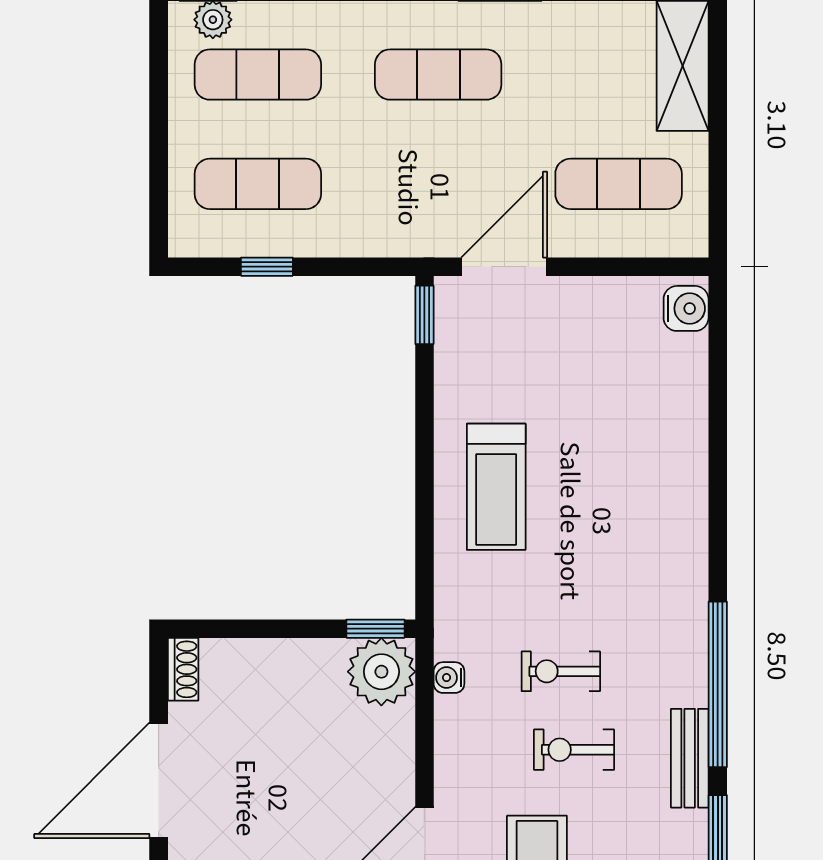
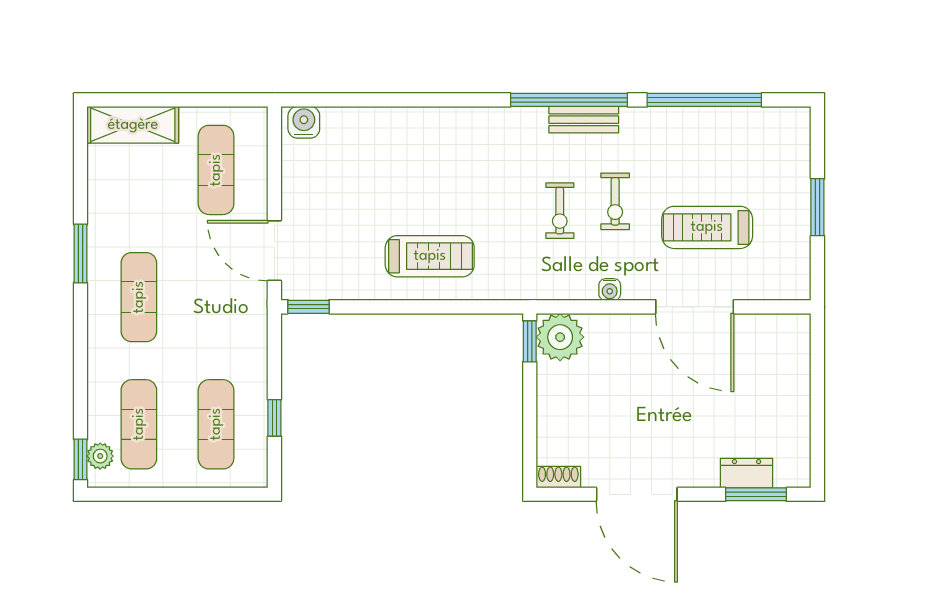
water cooler: (449, 678) -> (610, 290), moved
bench: (690, 758) -> (584, 120), moved

